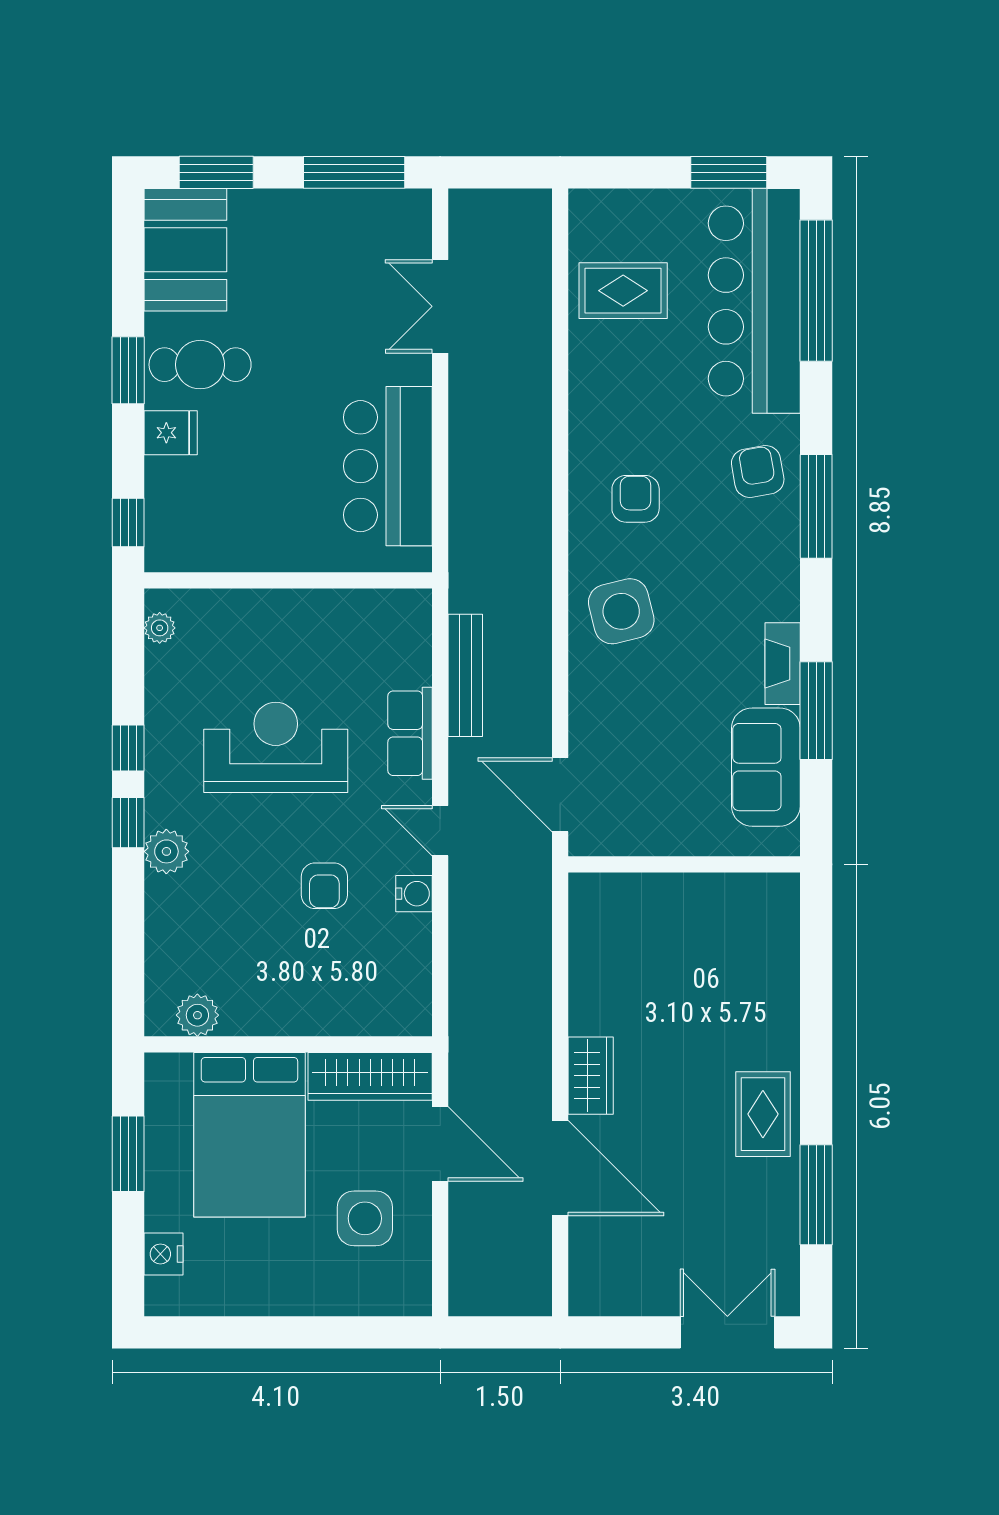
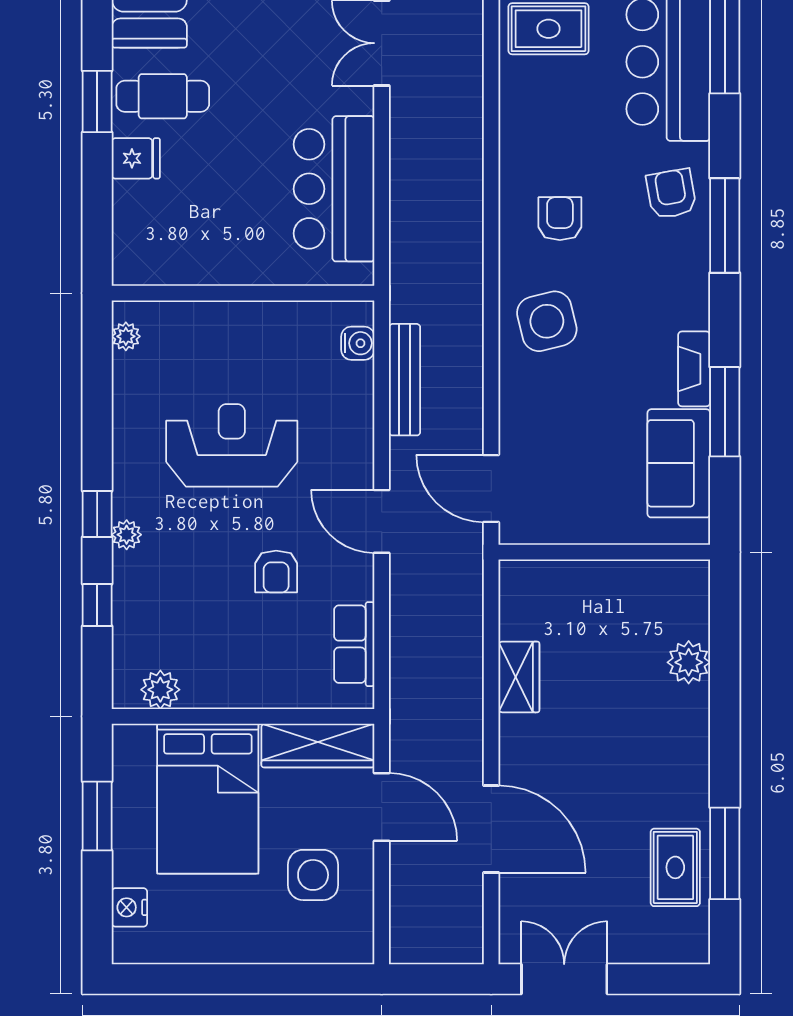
window: (128, 523) -> (97, 240), removed
row of seats: (410, 733) -> (354, 644), moved
window: (128, 748) -> (97, 605), moved
door: (440, 831) -> (382, 521), width x1.38
plant: (166, 851) -> (127, 535), width x0.73, depth x0.73
water cooler: (414, 894) -> (358, 343), moved
plant: (777, 985) -> (689, 662), added
wardrobe: (591, 1076) -> (519, 677), moved
rug: (763, 1114) -> (675, 867), moved
double door: (727, 1332) -> (564, 979), moved

